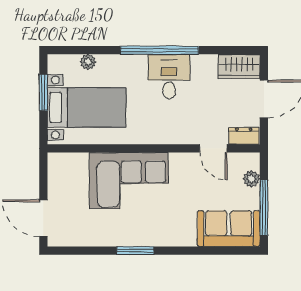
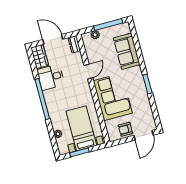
desk: (169, 77) -> (51, 77), moved
door: (213, 148) -> (88, 72), moved
armchair: (63, 188) -> (125, 129), added
sofa: (229, 229) -> (127, 51), moved

